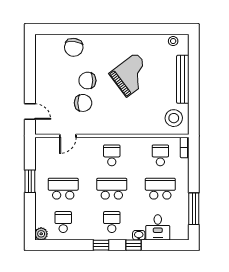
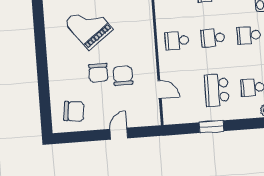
chair: (74, 47) -> (74, 111), moved
door: (30, 111) -> (119, 134), moved
school desk: (112, 189) -> (213, 38), width x0.54

